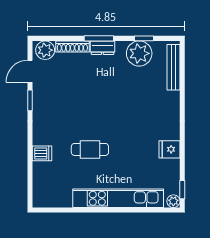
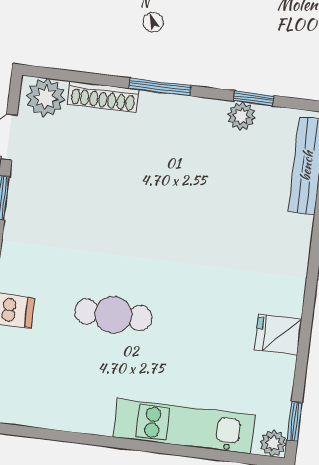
dresser: (102, 48) -> (165, 107), removed
plant: (139, 53) -> (241, 116), width x0.53, depth x0.53
kitchen unit: (118, 198) -> (184, 426), width x0.73

